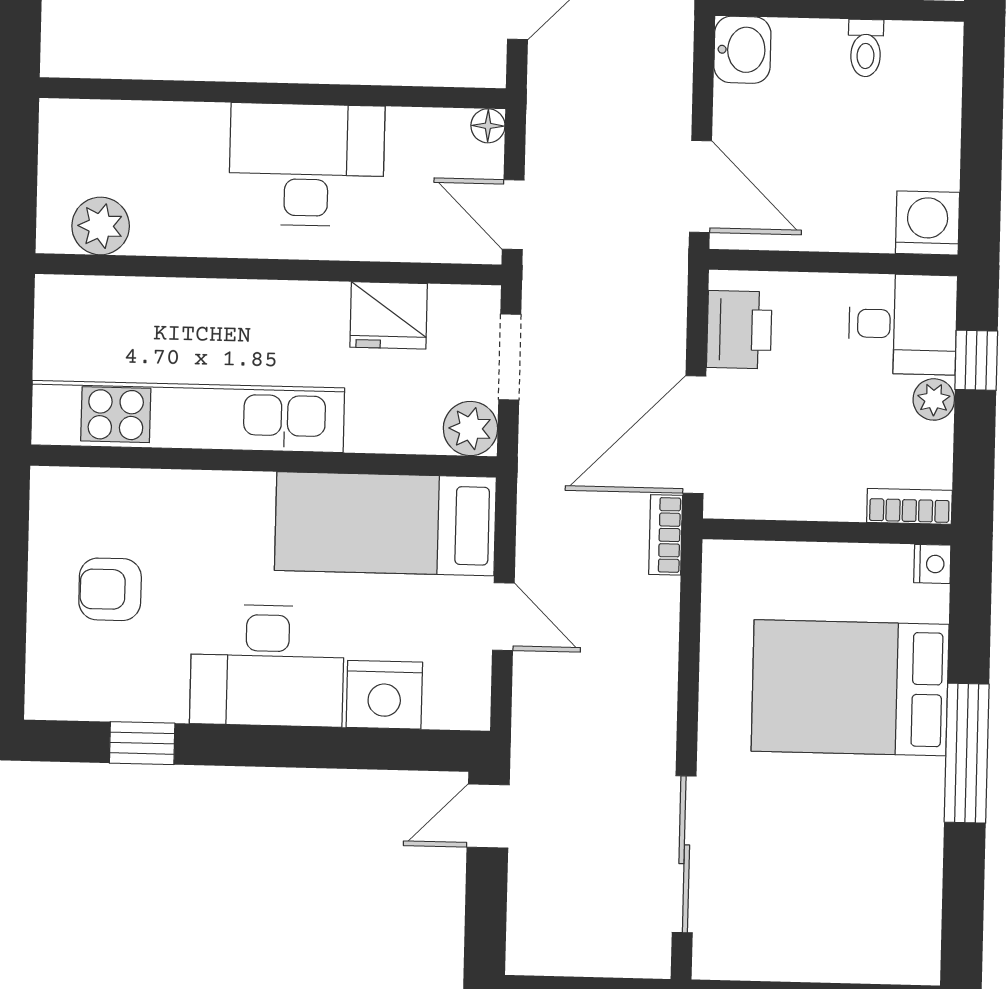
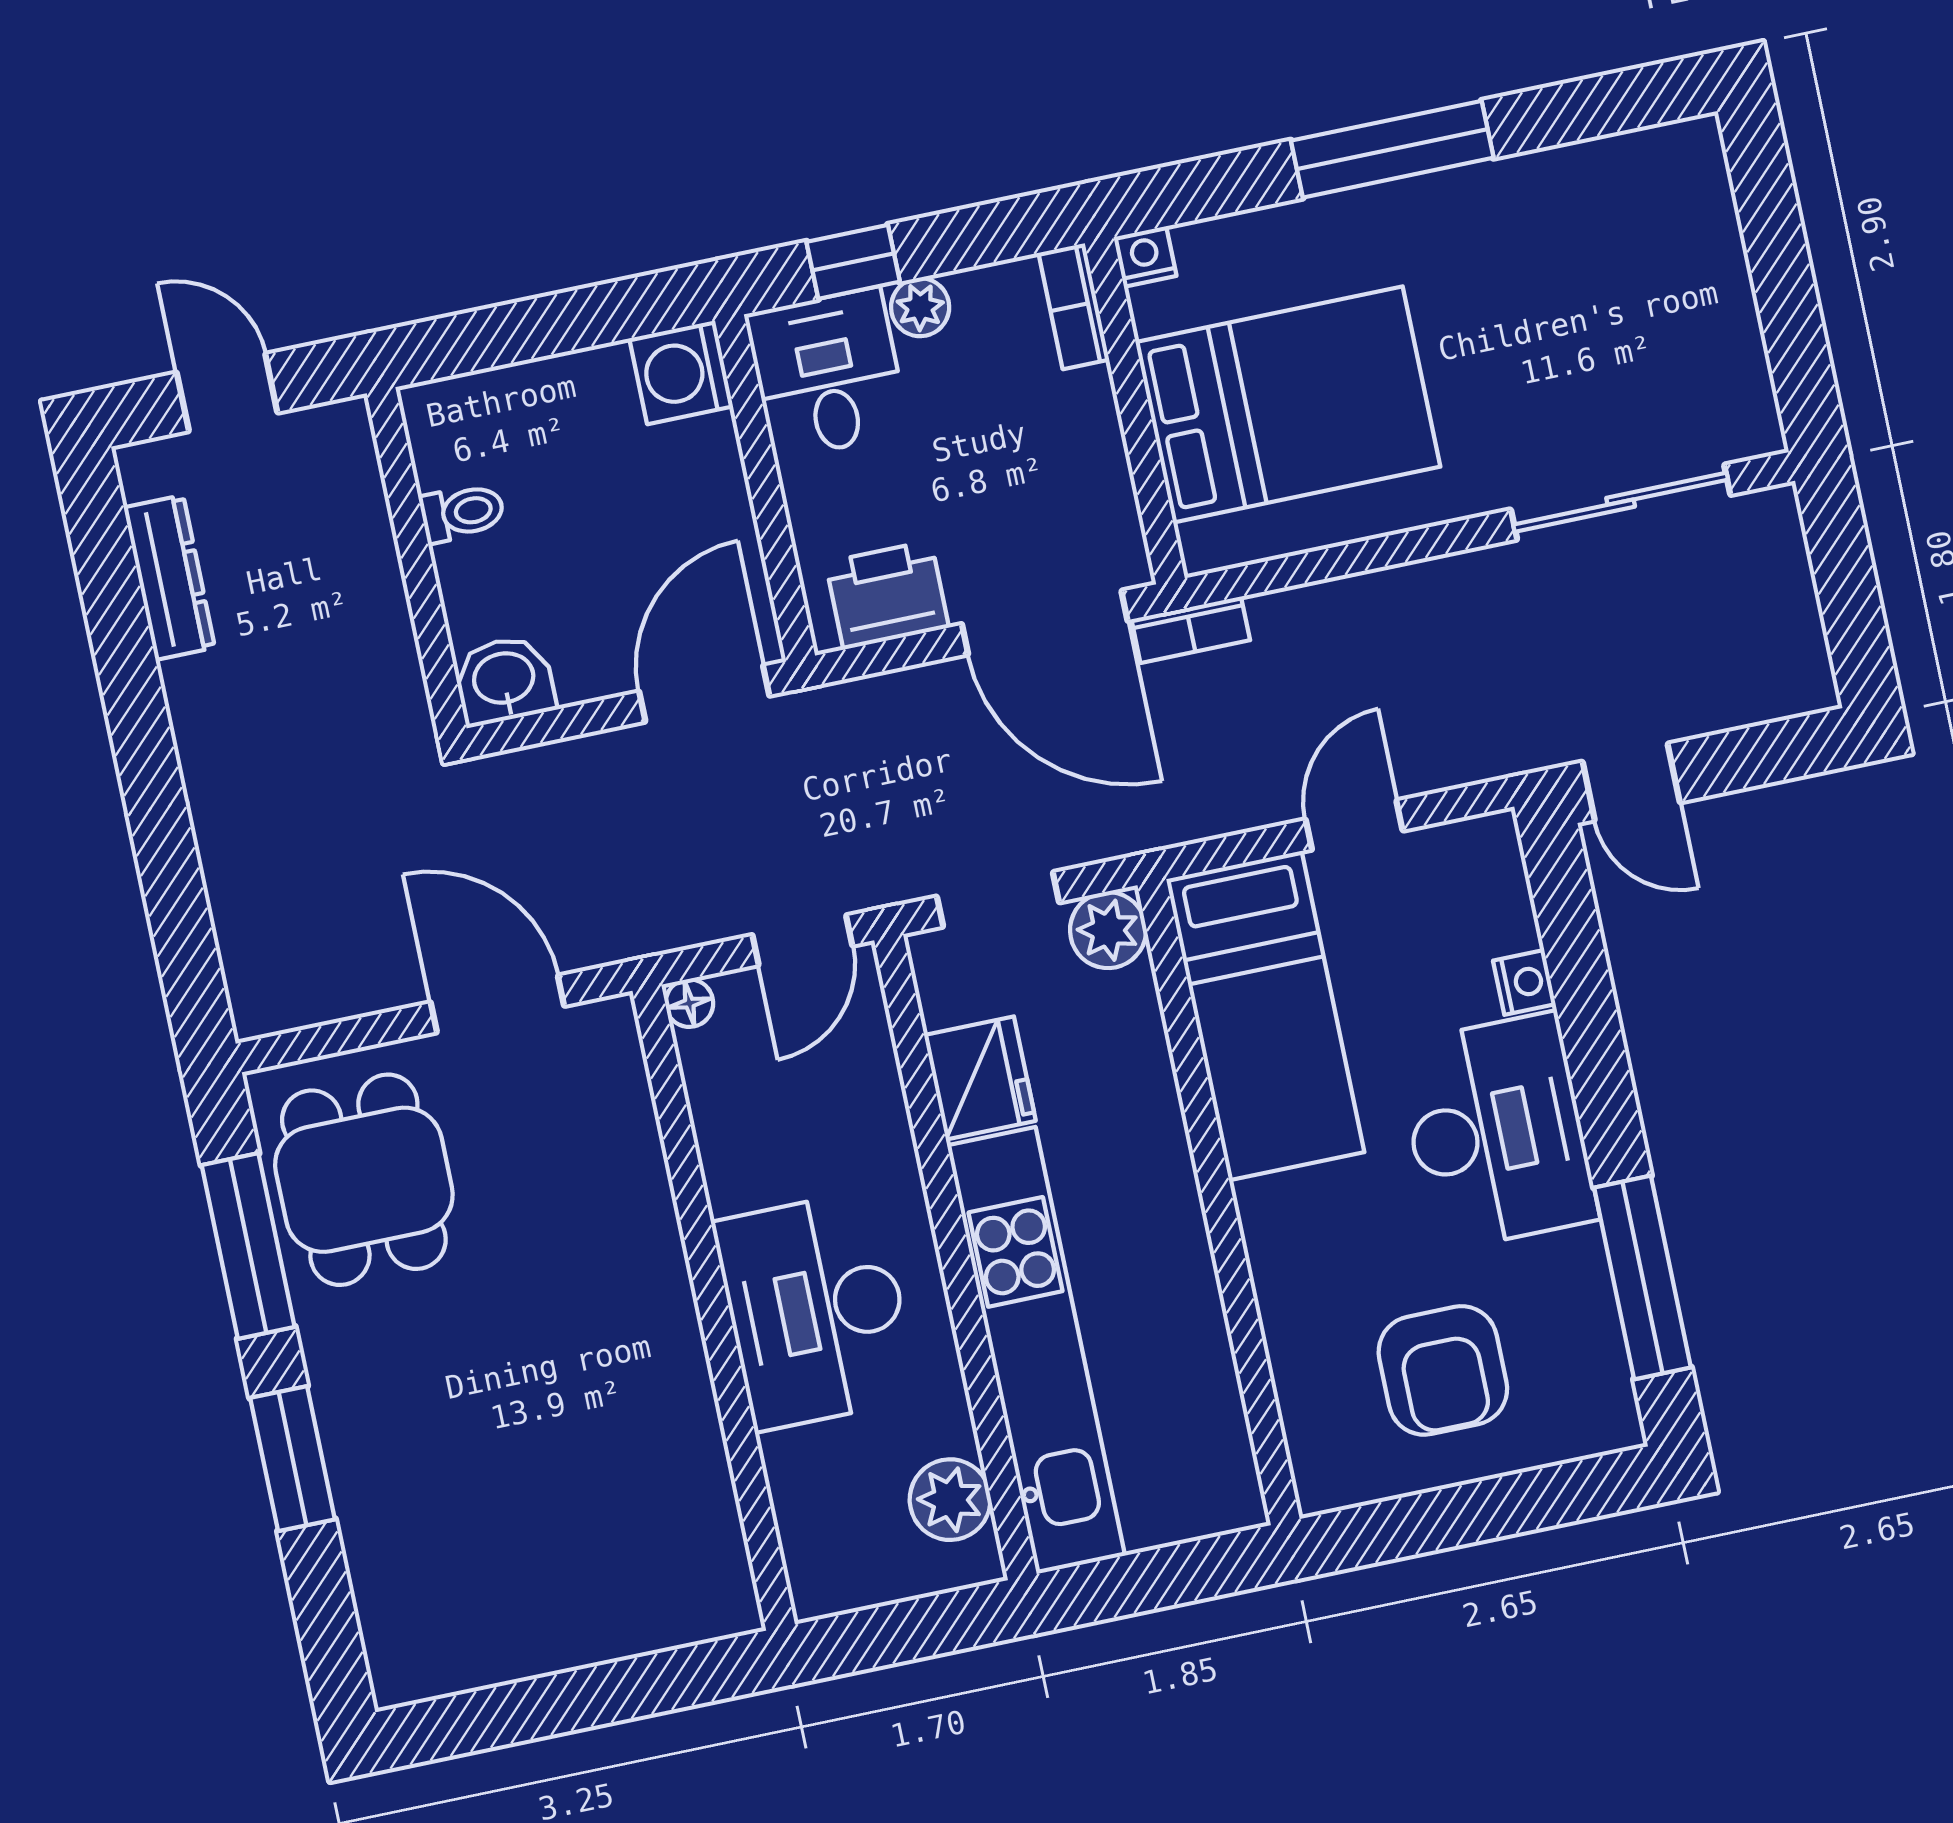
desk: (307, 165) -> (816, 1310), moved
kitchen unit: (188, 416) -> (1036, 1350), moved, turned 180
armchair: (110, 589) -> (1443, 1370), width x1.38, depth x1.38
bed: (850, 688) -> (1288, 404), moved, turned -90
nightstand: (384, 695) -> (1524, 982), width x0.53, depth x0.56
window: (142, 743) -> (1642, 1277), width x2.17

